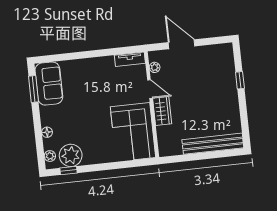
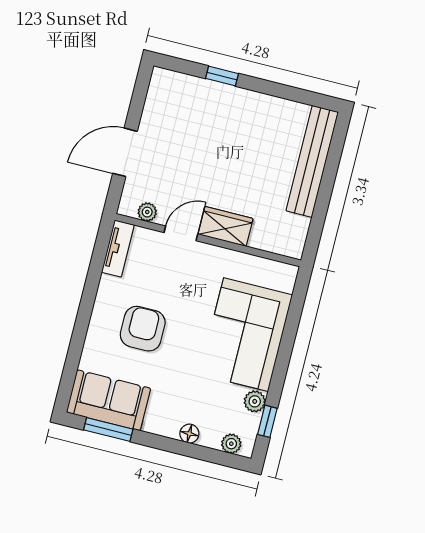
armchair: (93, 88) -> (143, 329), added
corner sofa: (133, 132) -> (246, 335), moved, turned 90
plant: (71, 155) -> (255, 401), width x0.53, depth x0.53

